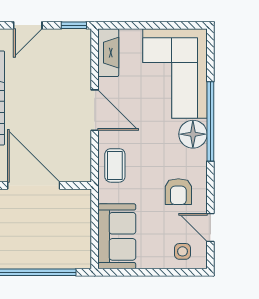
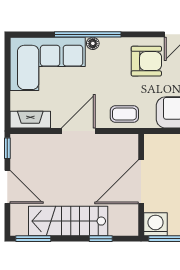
door: (28, 25) -> (7, 187), width x1.38
floor lamp: (193, 134) -> (93, 43), width x0.53, depth x0.53
armchair: (178, 192) -> (146, 61), width x1.38, depth x1.38

